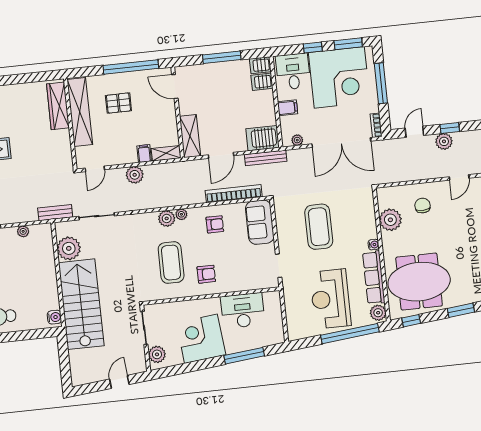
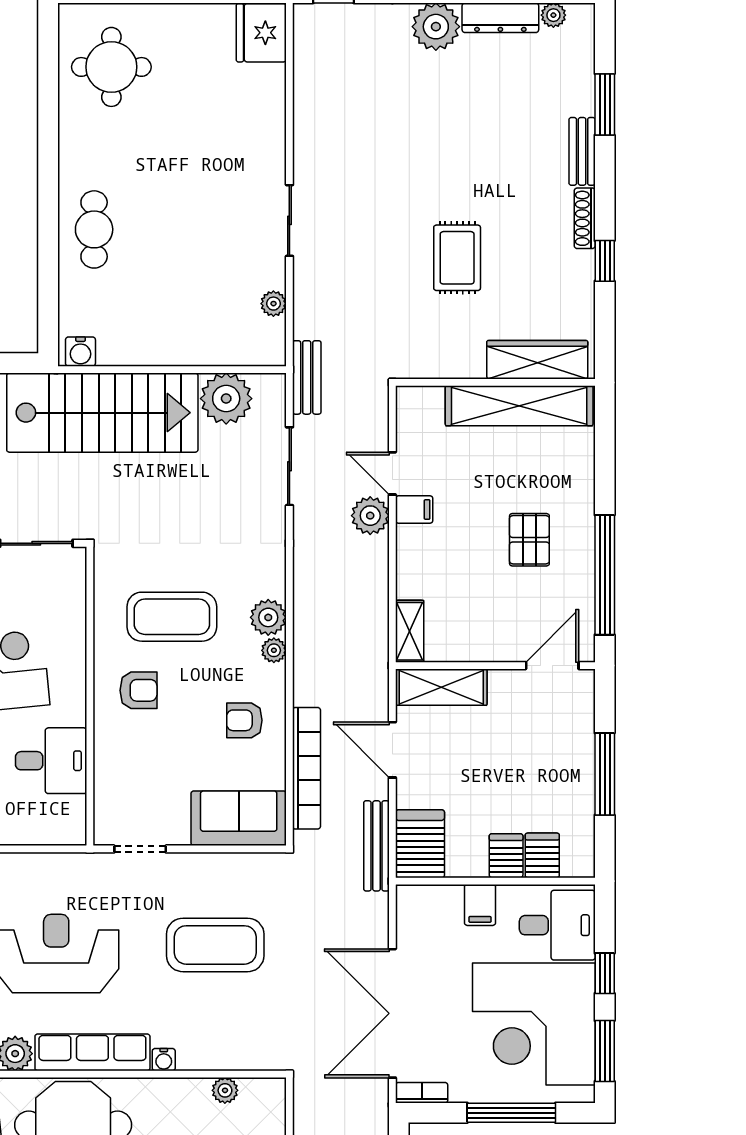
server rack: (260, 65) -> (506, 856), moved
wardrobe: (58, 106) -> (537, 360), moved
shelving: (80, 112) -> (519, 406), moved
wall: (70, 124) -> (495, 382), moved
plant: (297, 140) -> (408, 918), removed
filing cabinet: (144, 154) -> (414, 510), moved
plant: (135, 175) -> (370, 516), moved
plant: (390, 220) -> (225, 1090), width x0.53, depth x0.53
armchair: (215, 224) -> (244, 720), turned 90
armchair: (206, 274) -> (138, 690), turned -90
desk: (243, 311) -> (51, 761), width x0.73

